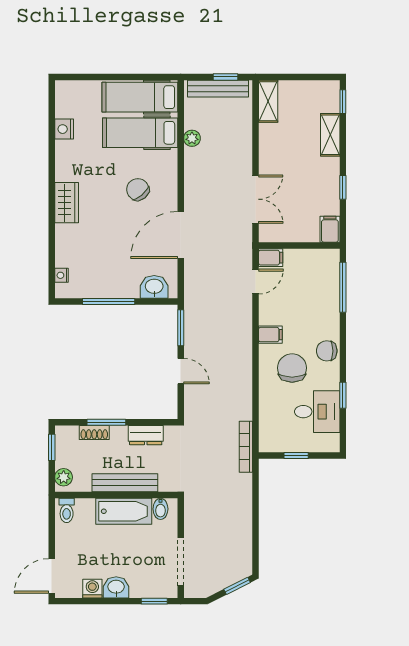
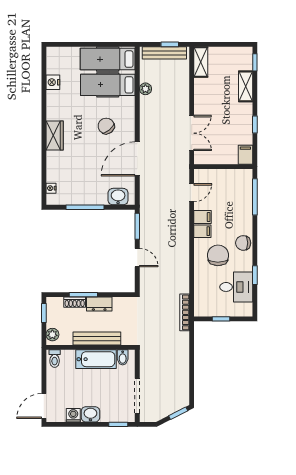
filing cabinet: (271, 258) -> (203, 217), moved
dresser: (146, 435) -> (99, 304), moved

